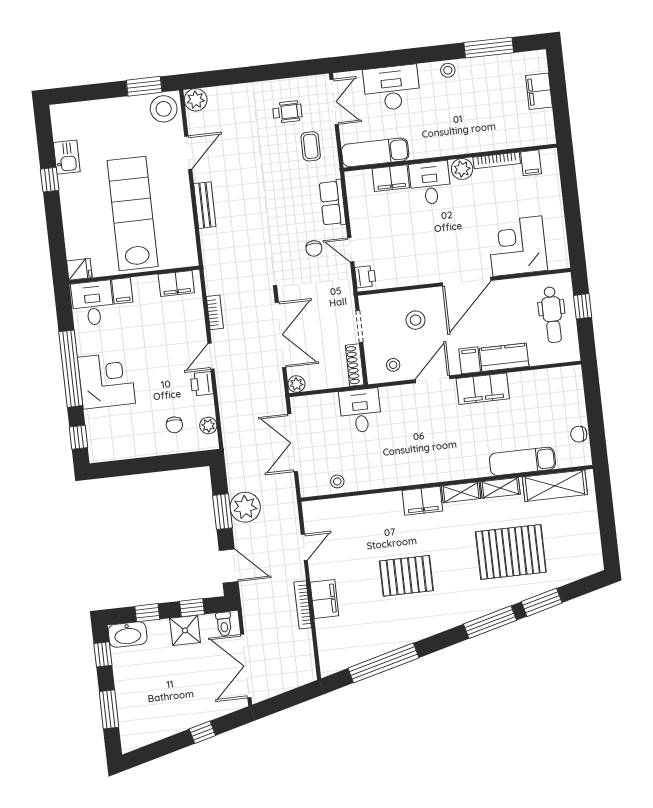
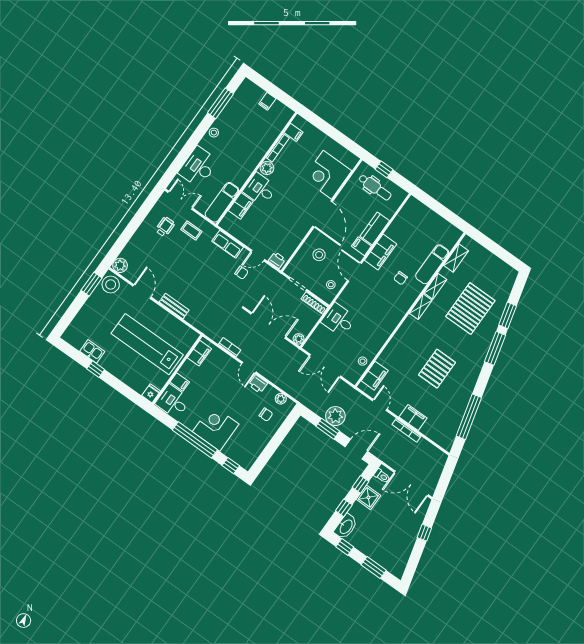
filing cabinet: (539, 91) -> (267, 101), width x0.50
chair: (579, 434) -> (401, 278), moved
shelving: (555, 486) -> (456, 258), width x0.67, depth x0.75
filing cabinet: (422, 501) -> (375, 376), moved

